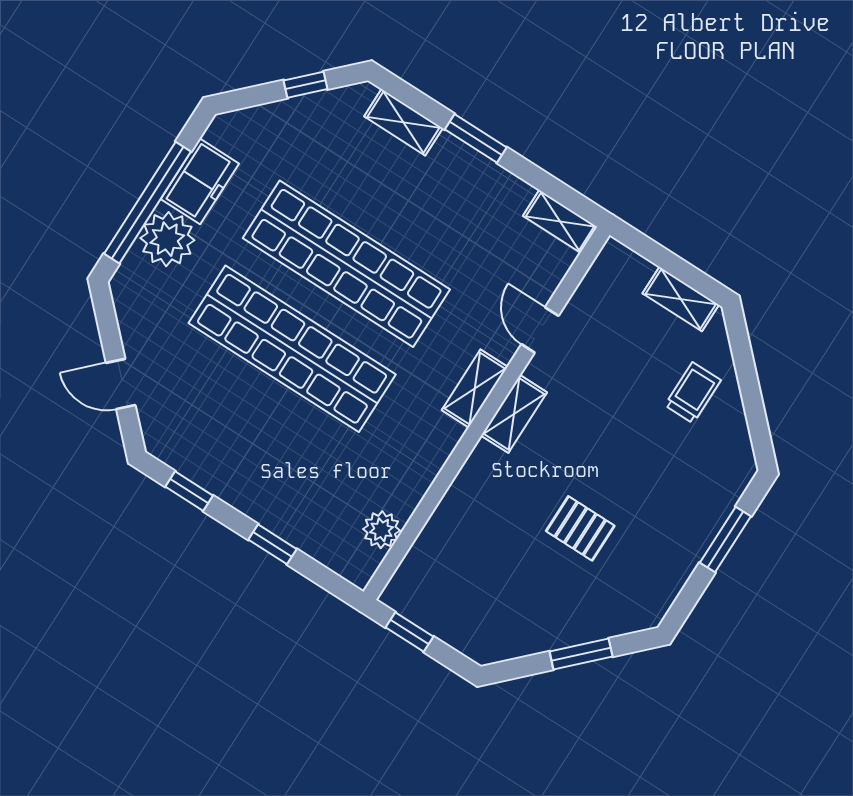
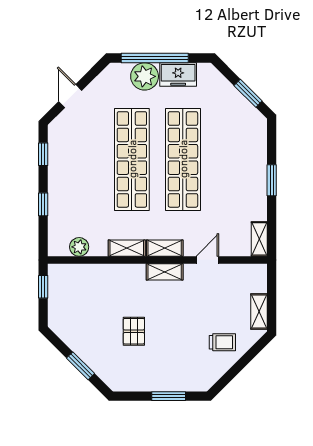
window: (306, 85) -> (248, 93), width x1.50
shelving: (403, 122) -> (127, 248), moved, turned 90

